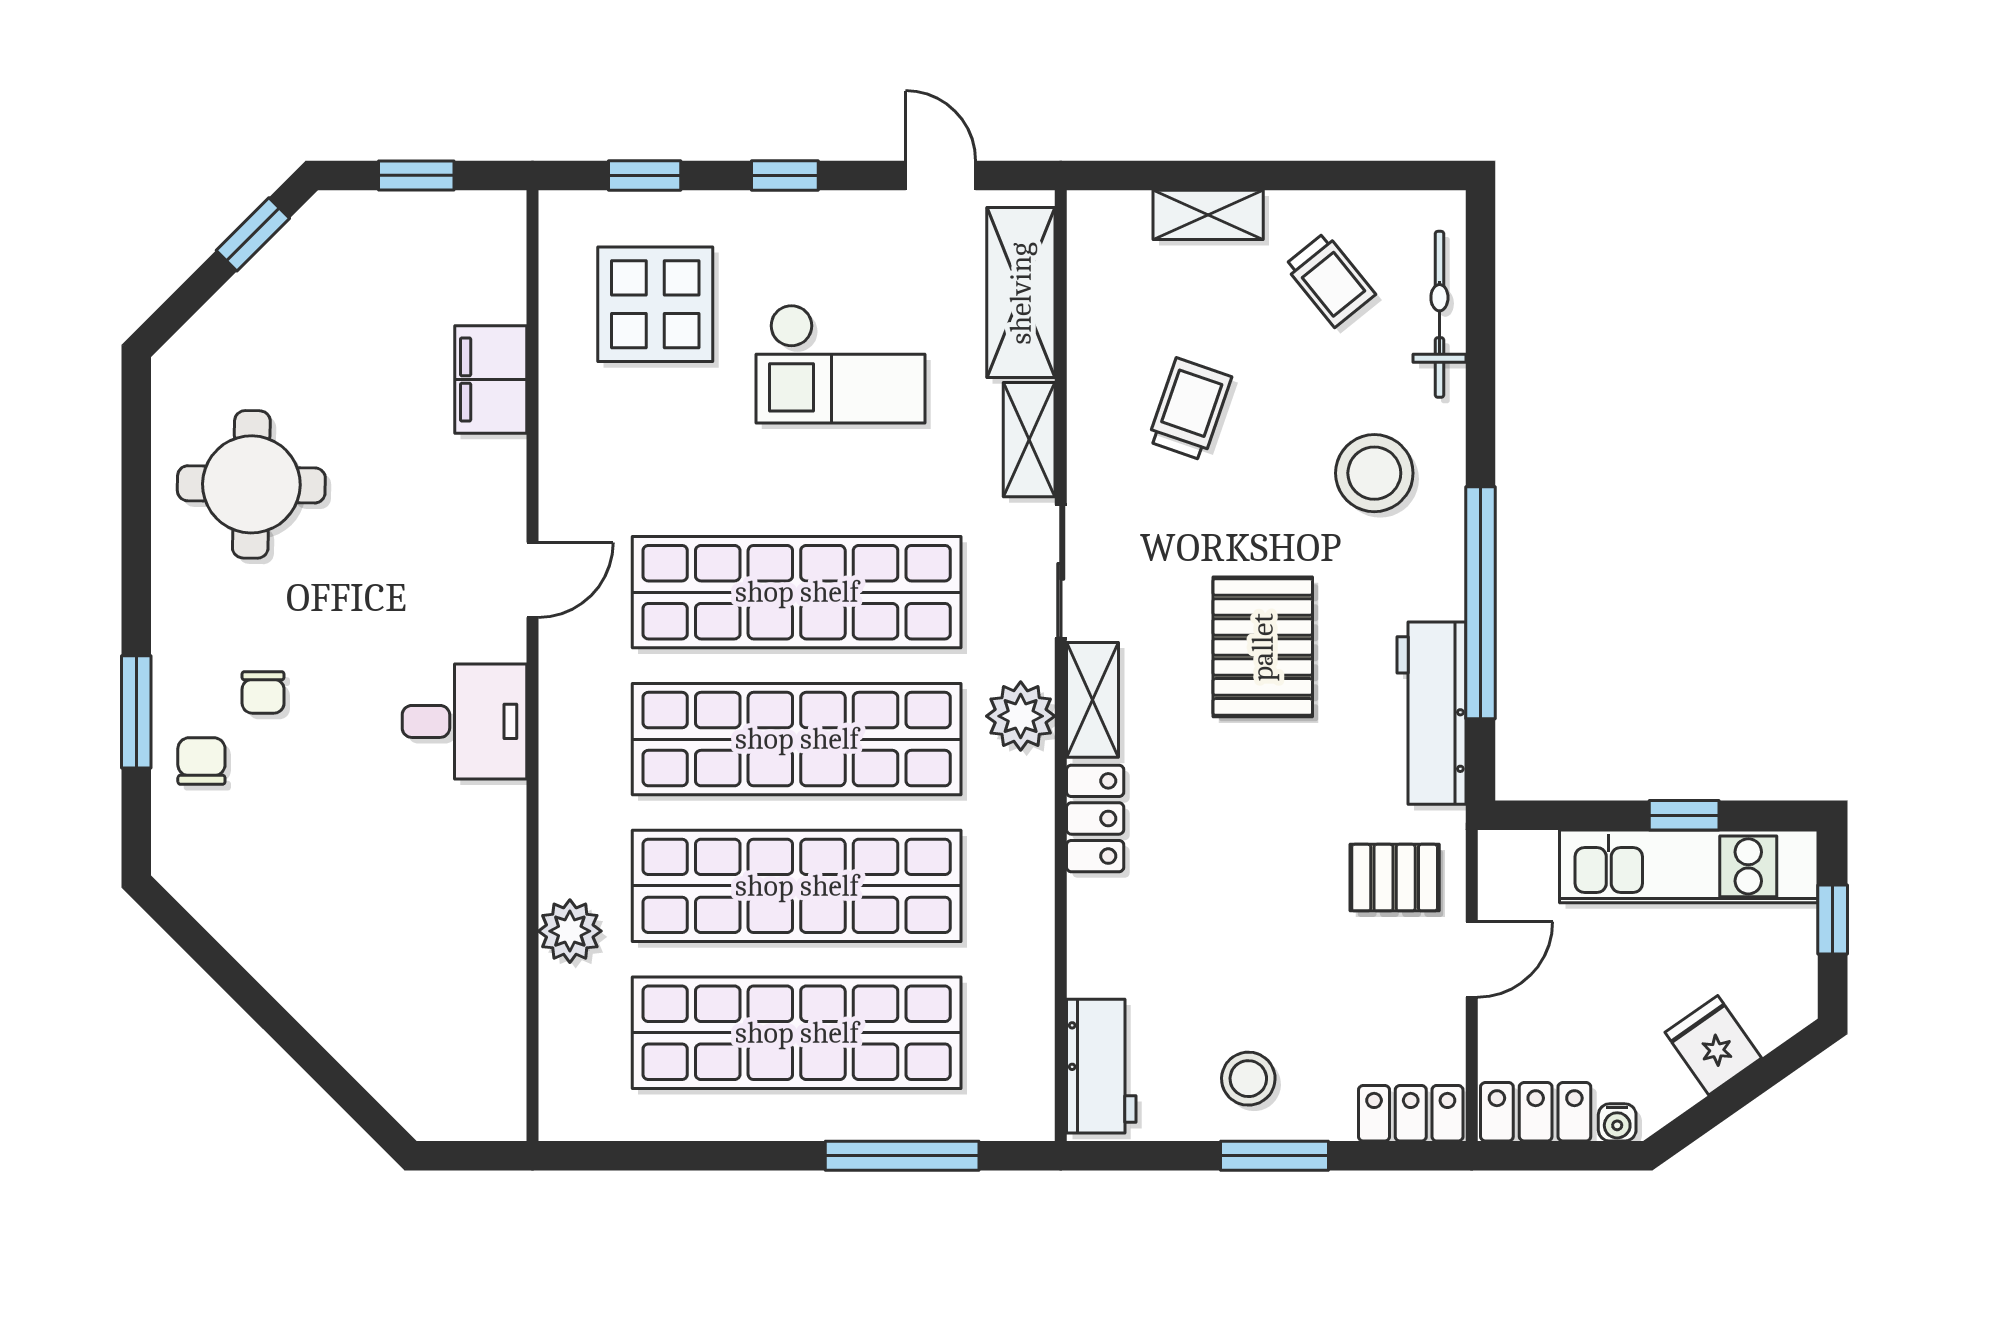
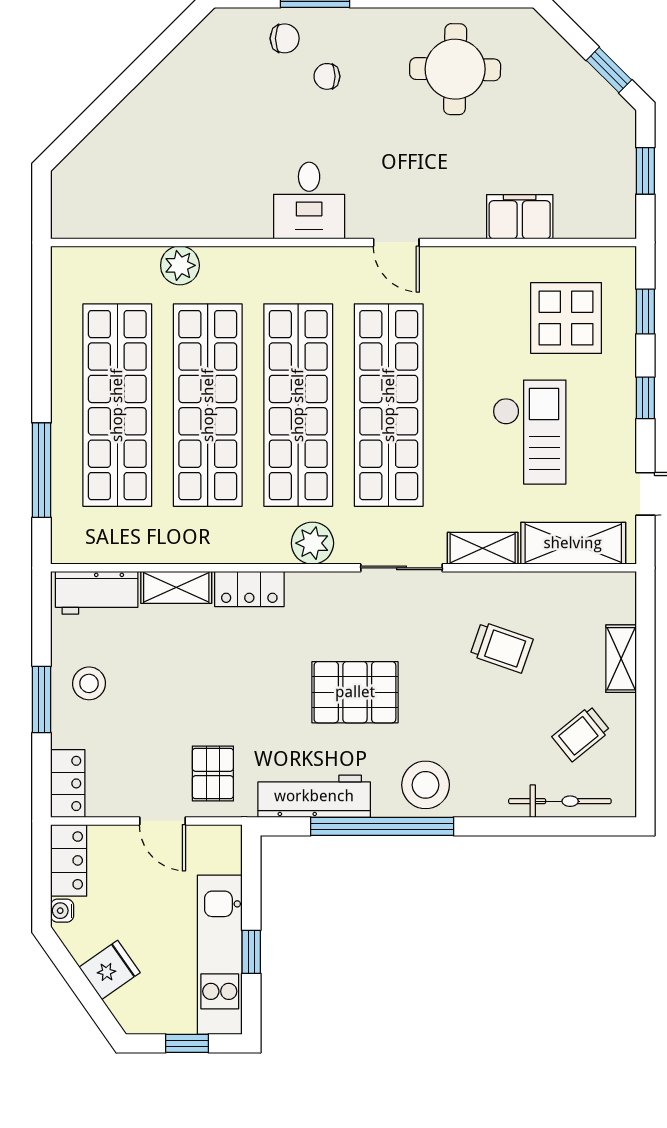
checkout: (840, 364) -> (529, 432), turned 180
stool: (1374, 473) -> (426, 785), moved
shelving: (1093, 700) -> (176, 587), moved

